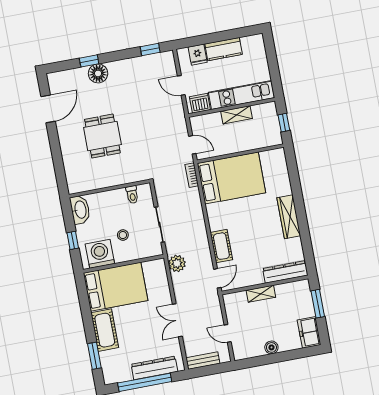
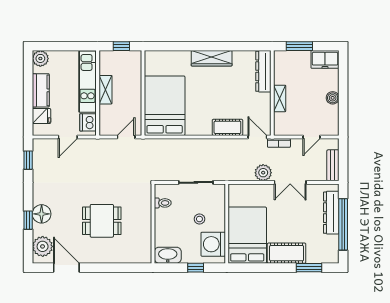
plant: (256, 43) -> (40, 58), added
plant: (65, 81) -> (43, 246), added
bookcase: (192, 175) -> (279, 143), moved
plant: (177, 263) -> (263, 173), moved

